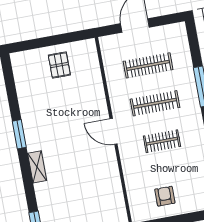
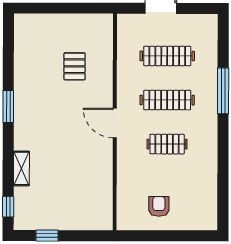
pallet: (59, 65) -> (74, 66), moved
shelving: (37, 167) -> (21, 168), moved

